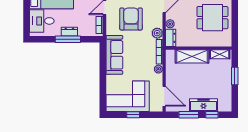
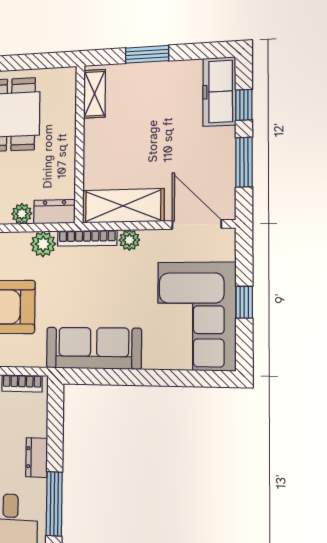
window: (68, 39) -> (54, 504), moved
shelving: (192, 56) -> (123, 206), moved, turned 90
door: (164, 96) -> (197, 225), hinge flipped
freezer: (203, 105) -> (219, 92), moved

